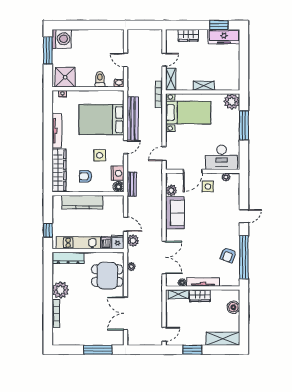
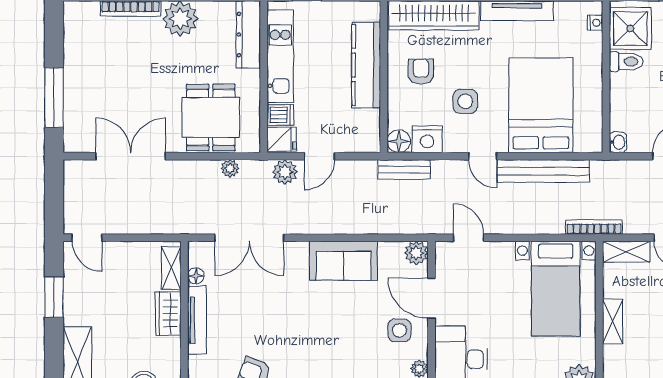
toilet: (100, 79) -> (626, 62), moved
plant: (171, 190) -> (416, 253), moved

